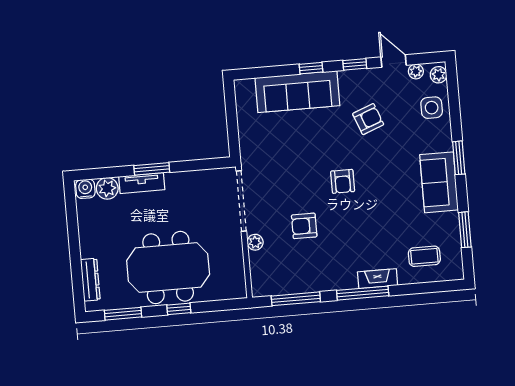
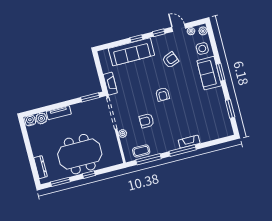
fireplace: (248, 145) -> (110, 84), added
window: (152, 169) -> (90, 97), moved
sofa: (439, 182) -> (209, 73), moved
coffee table: (424, 256) -> (141, 151), moved

